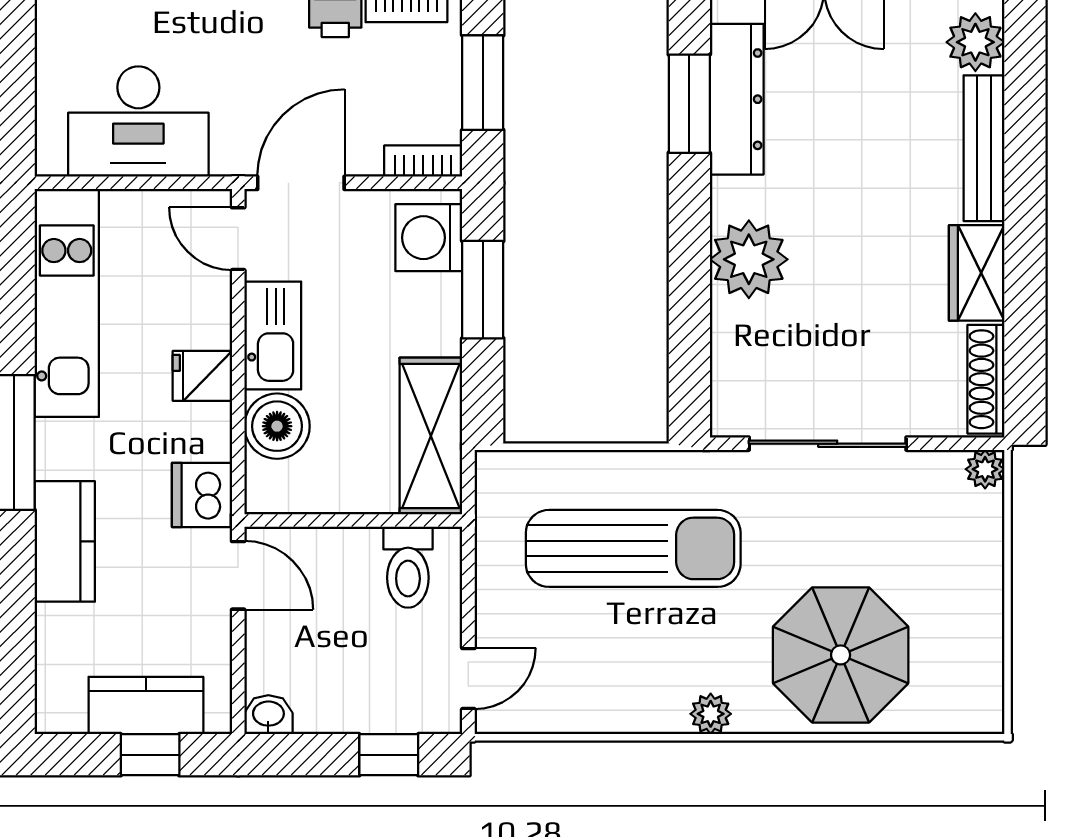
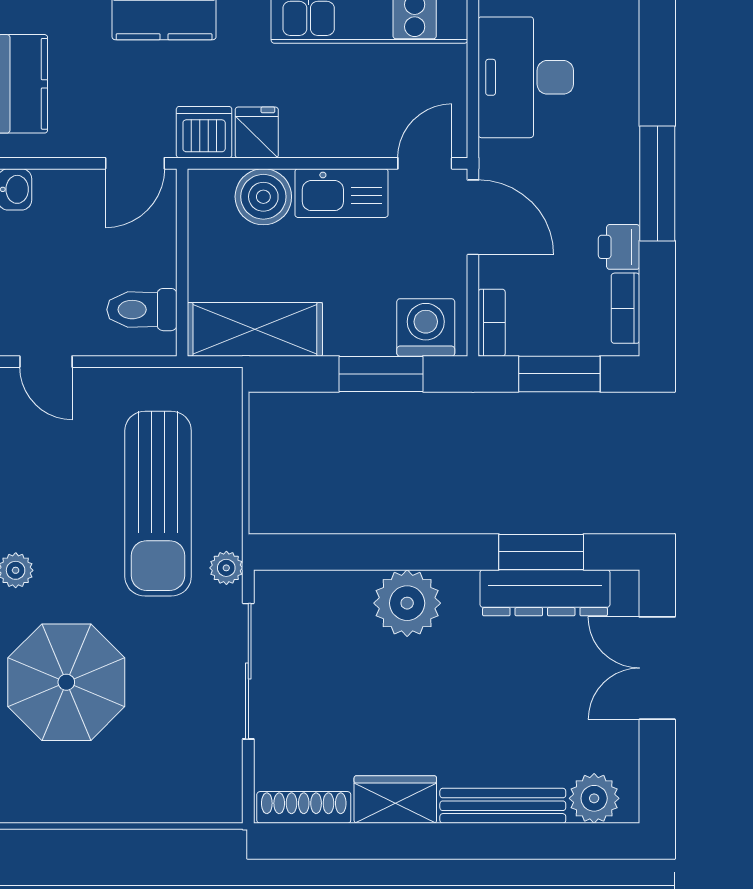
fridge: (202, 376) -> (257, 132), moved
plant: (985, 469) -> (226, 568), moved

